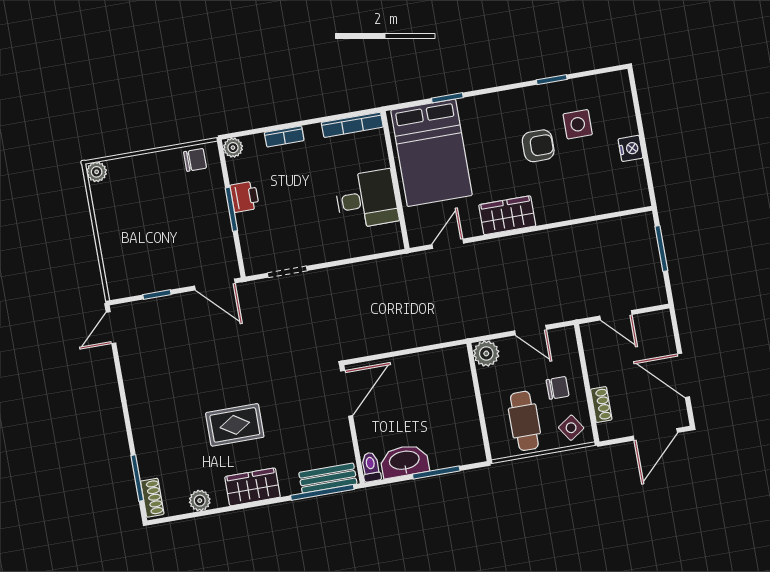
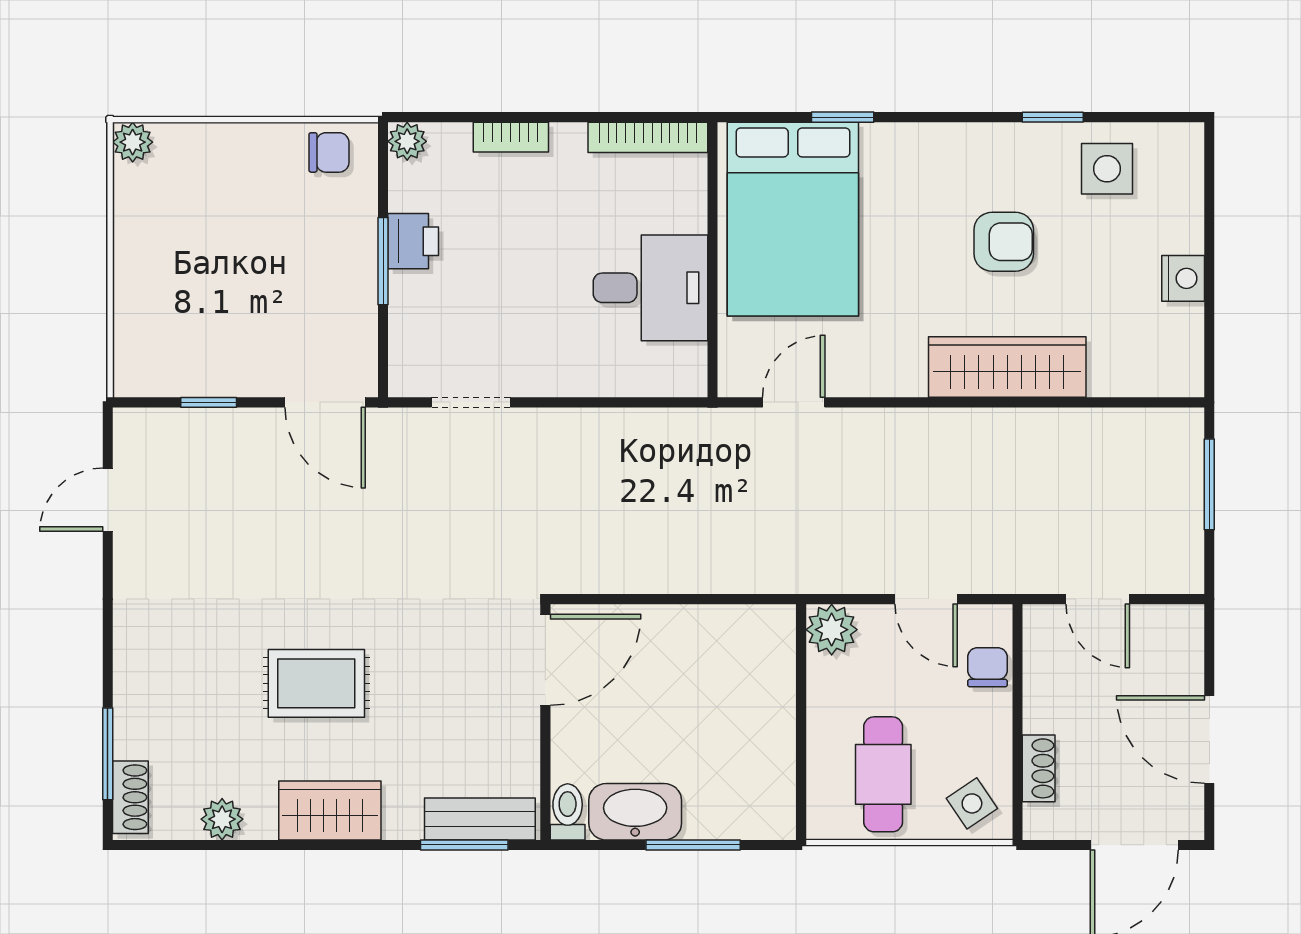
side table: (578, 124) -> (1107, 169), moved
wardrobe: (507, 215) -> (1007, 367), moved, width x1.50
door: (111, 328) -> (108, 500), moved
chair: (558, 388) -> (987, 667), moved, turned -90
window: (322, 492) -> (464, 845), width x0.69

